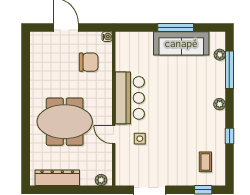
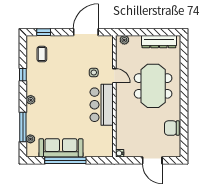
window: (176, 27) -> (65, 160), width x1.46
chair: (89, 62) -> (172, 128), moved
meeting table: (65, 122) -> (153, 86), turned 90

